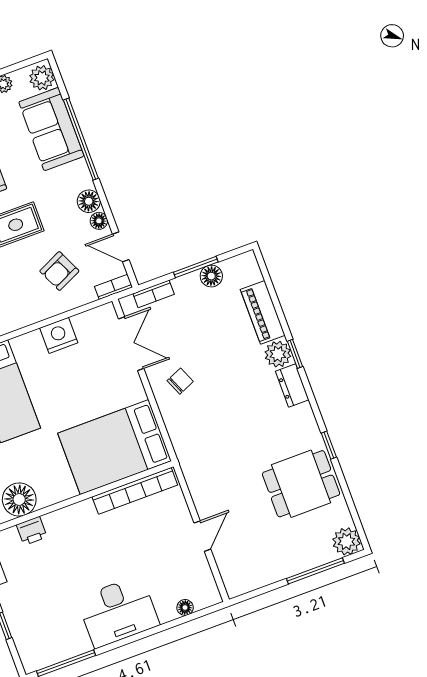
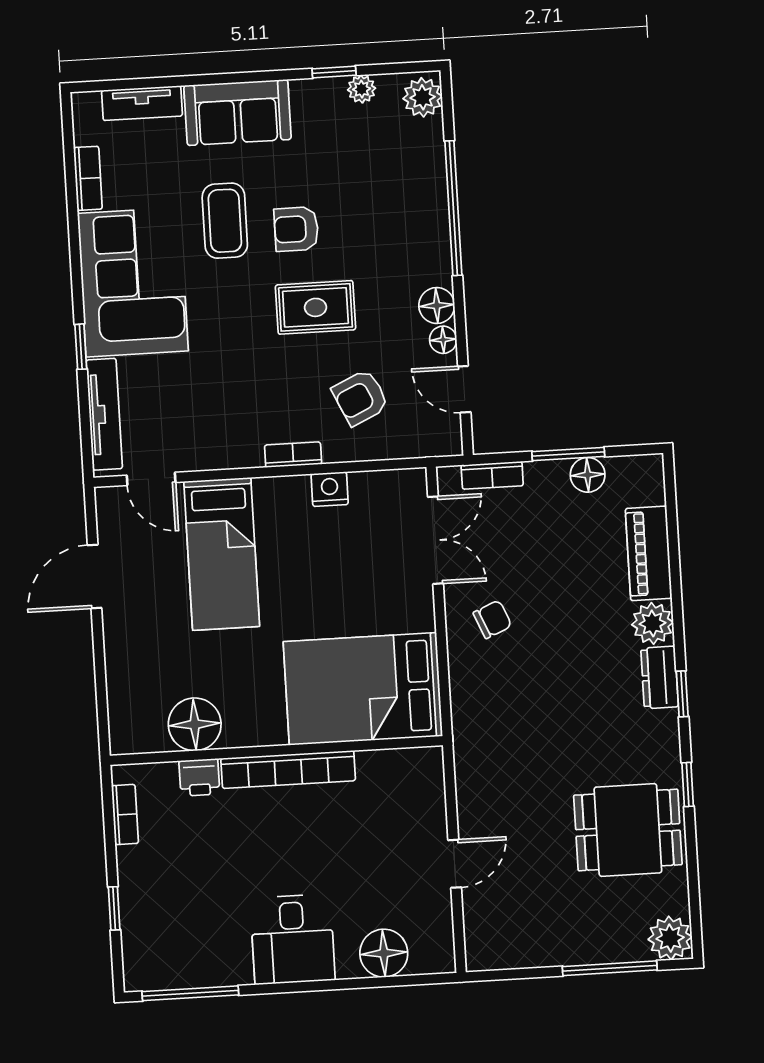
sofa: (51, 129) -> (413, 179), removed
bookcase: (114, 287) -> (293, 455), moved
nightstand: (59, 335) -> (330, 489), width x0.74, depth x0.75
window: (295, 354) -> (682, 694), moved
bookcase: (135, 491) -> (288, 769), moved
floor lamp: (185, 607) -> (384, 953), width x1.89, depth x1.89
desk: (118, 612) -> (293, 939), width x0.73

